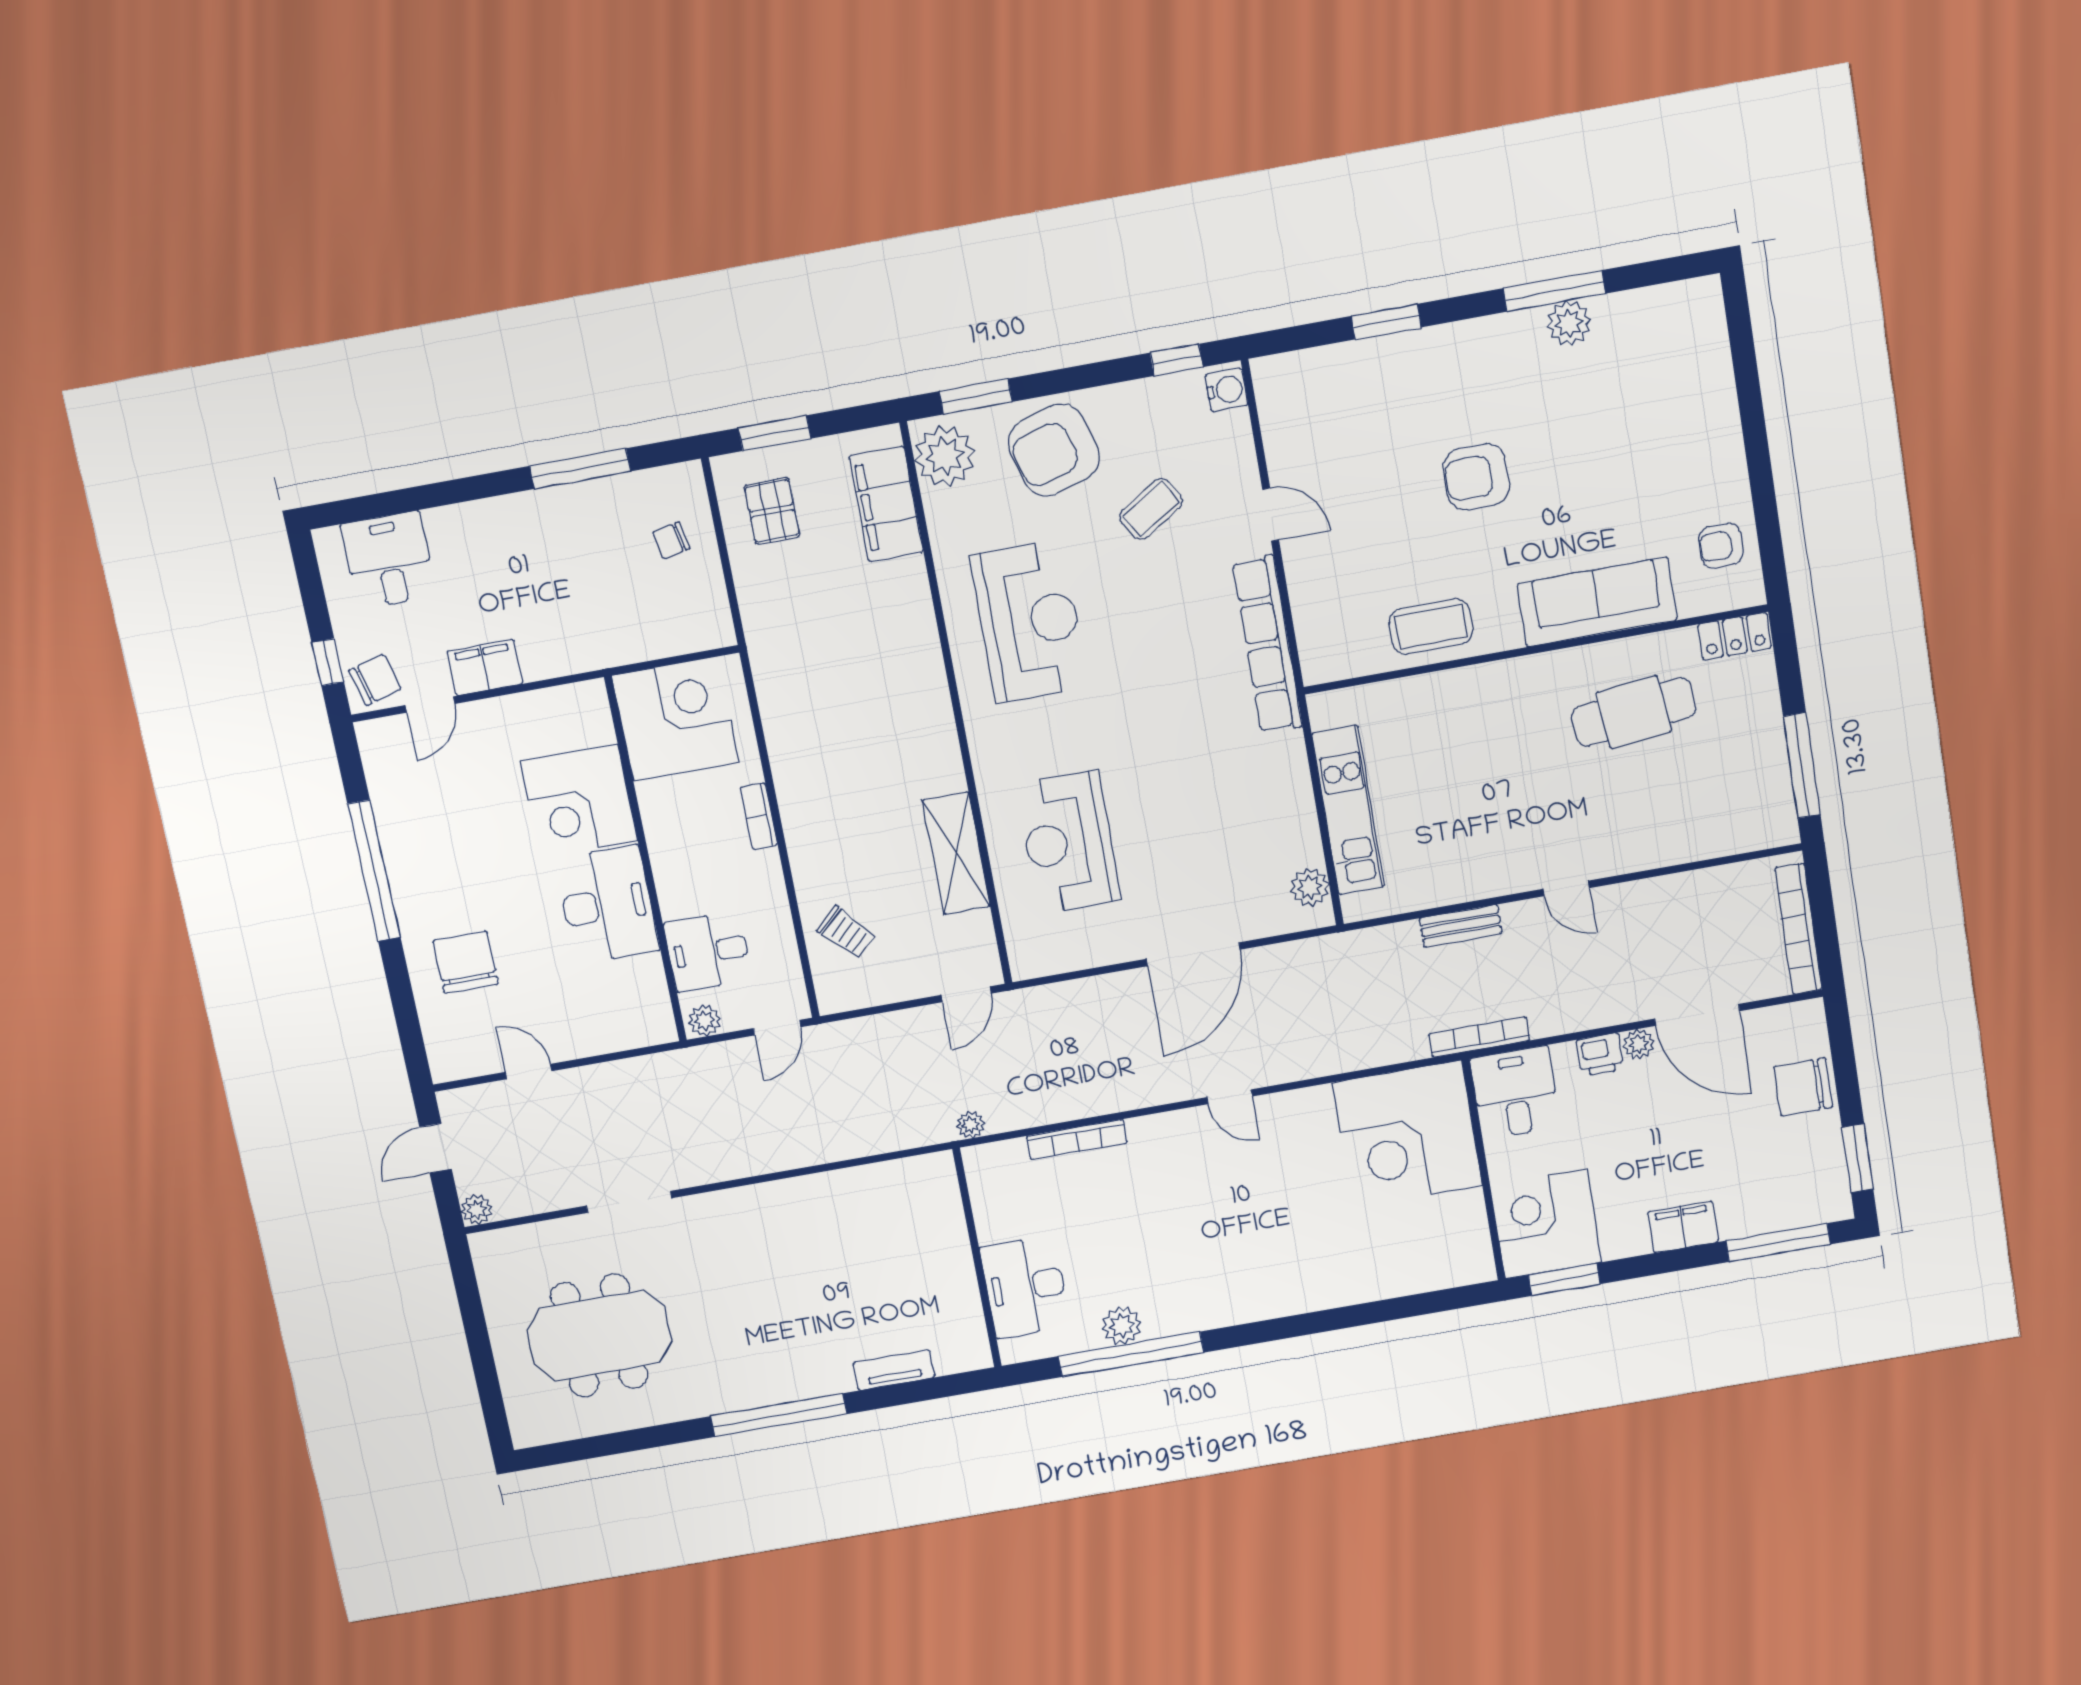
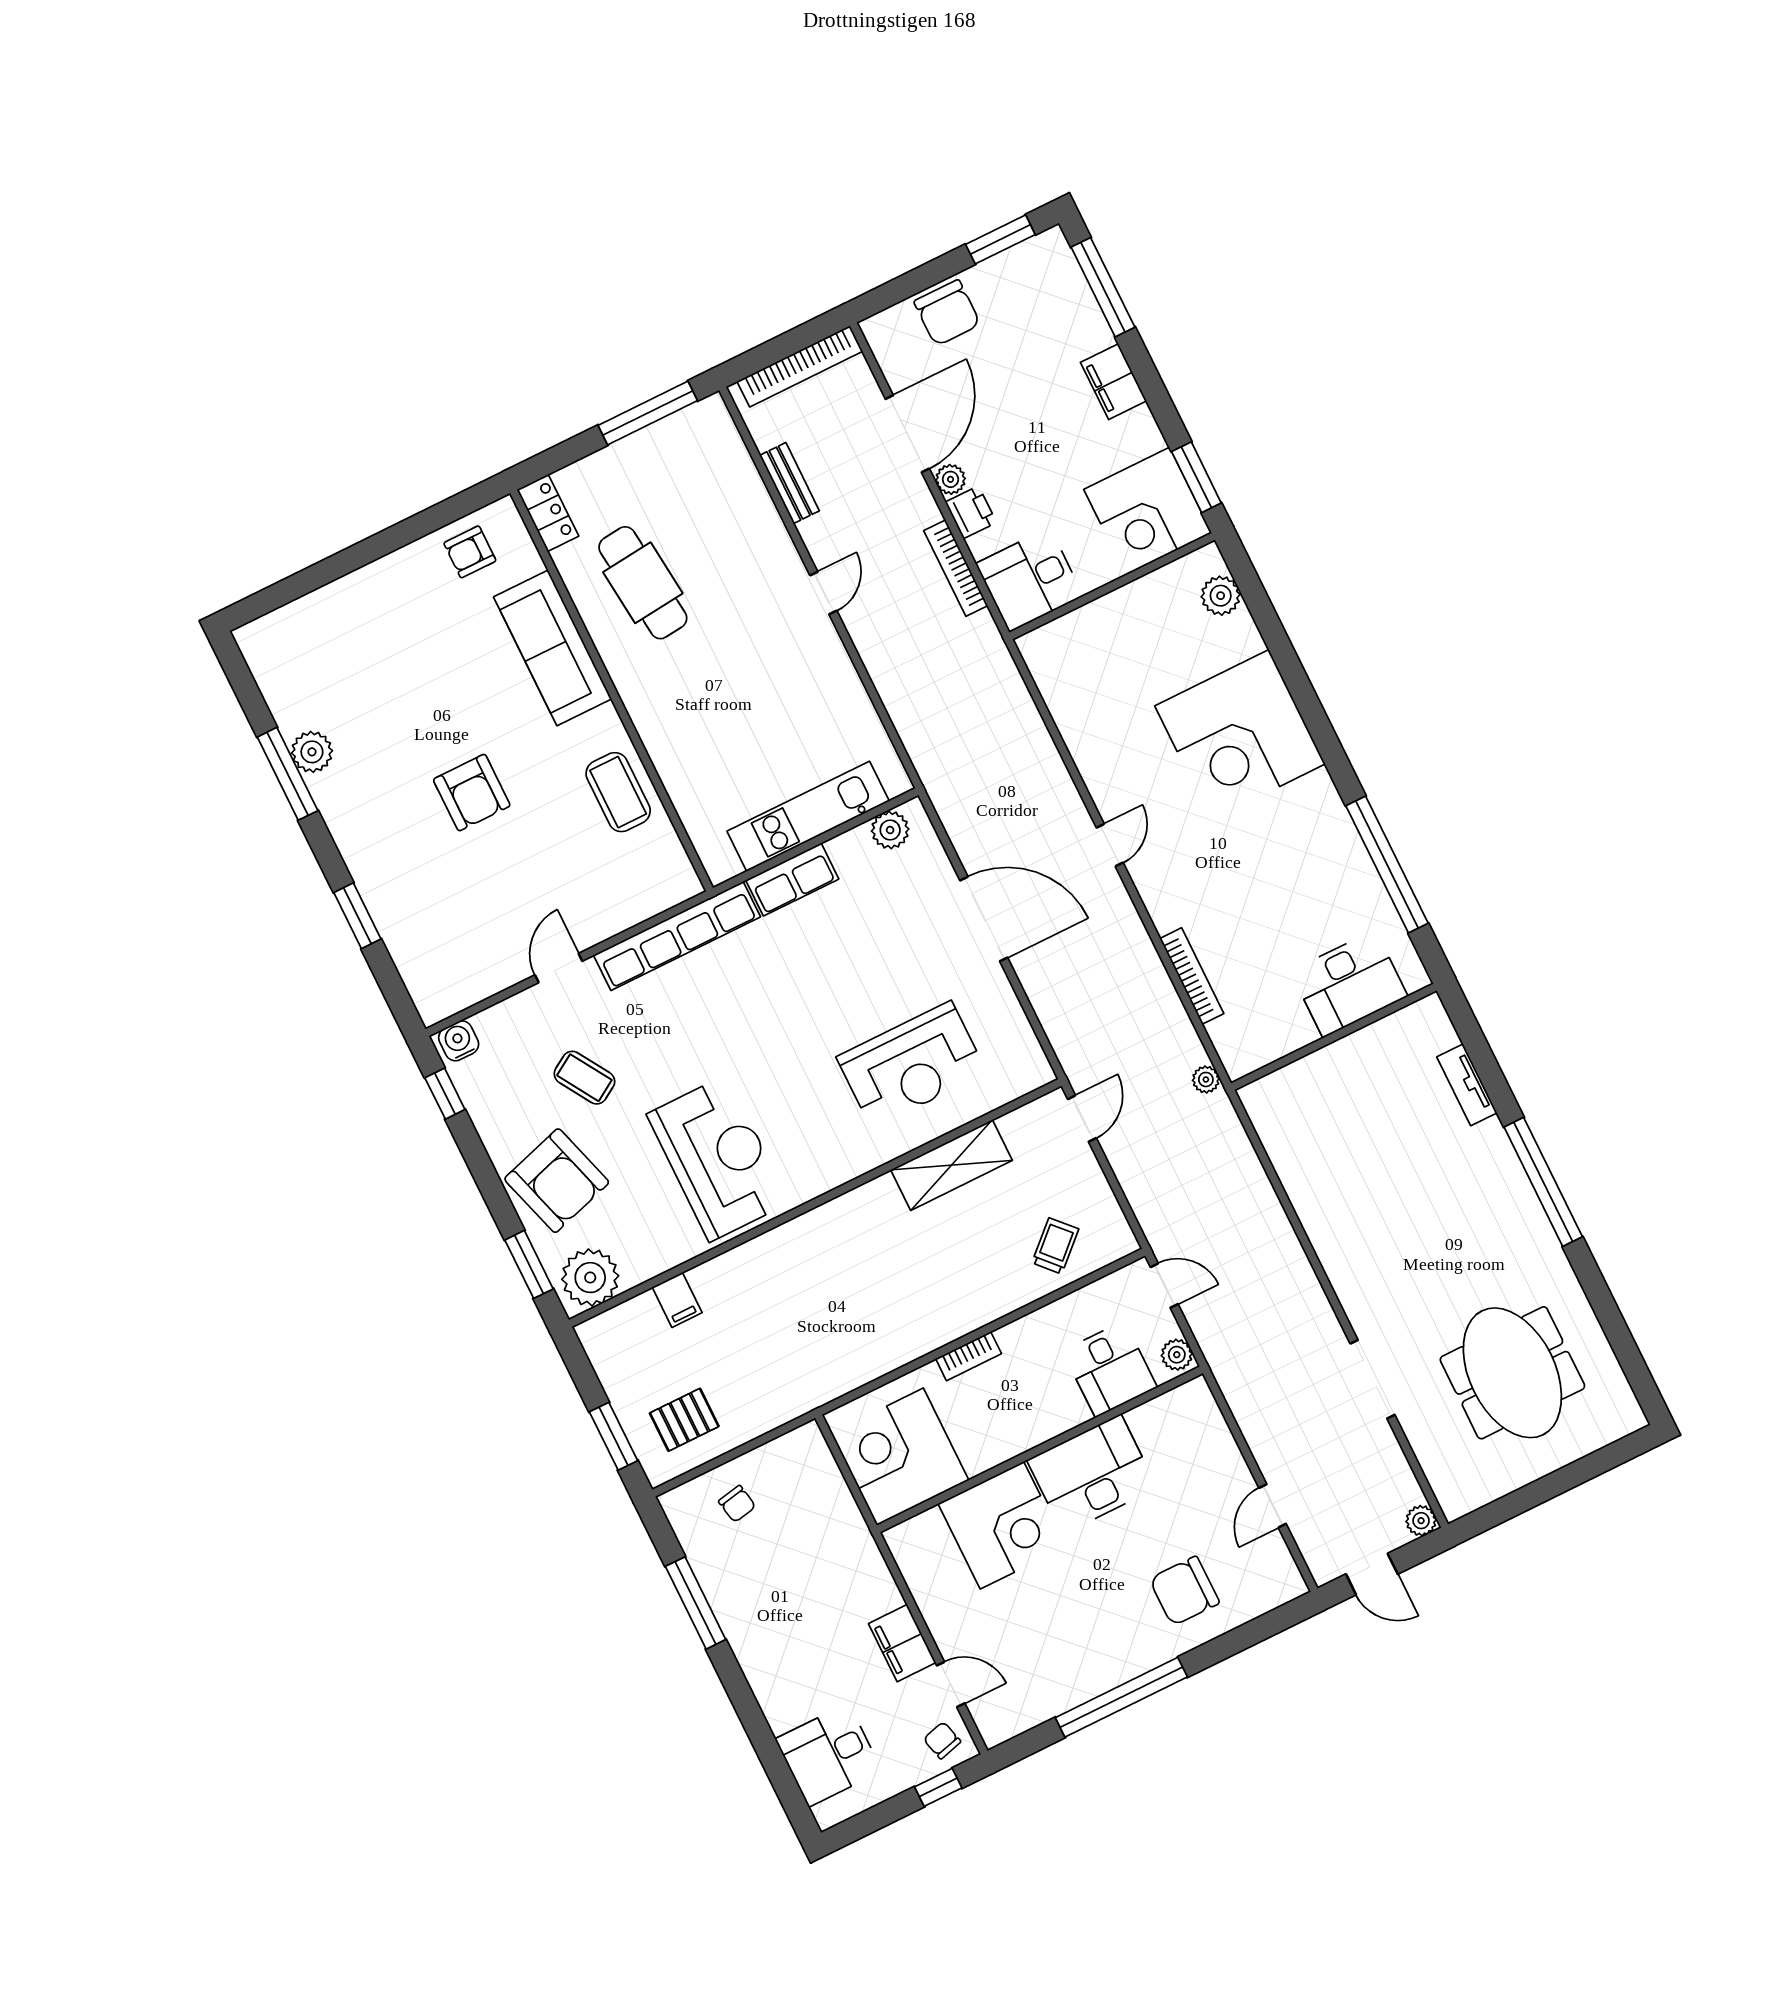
filing cabinet: (886, 504) -> (677, 1300), width x0.33, depth x0.86
armchair: (1721, 546) -> (470, 552), turned 90
reception desk: (1029, 622) -> (718, 1158), turned 90
chair: (375, 680) -> (942, 1740), width x0.73, depth x0.73
row of seats: (1290, 776) -> (792, 880), added
bench: (1461, 926) -> (790, 483), moved
door: (966, 994) -> (1082, 1119), hinge flipped
bookcase: (1479, 1037) -> (956, 568), moved
corner desk: (1407, 1134) -> (1240, 735), moved, turned 90
plant: (1122, 1326) -> (1221, 596), moved

